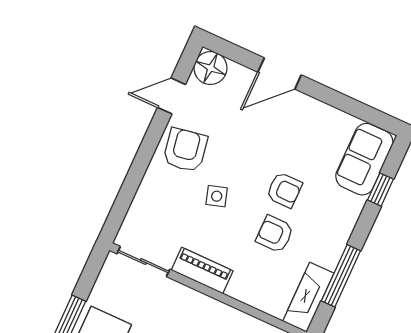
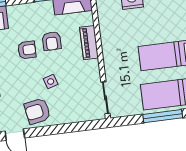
armchair: (284, 190) -> (27, 50), turned 90
piano: (202, 270) -> (89, 43), moved

